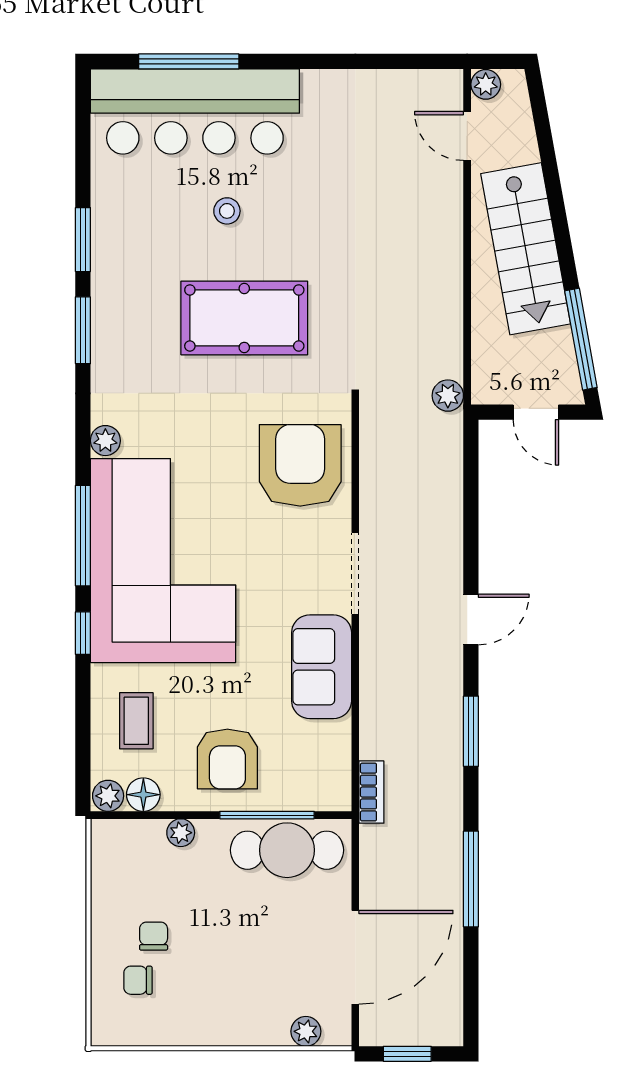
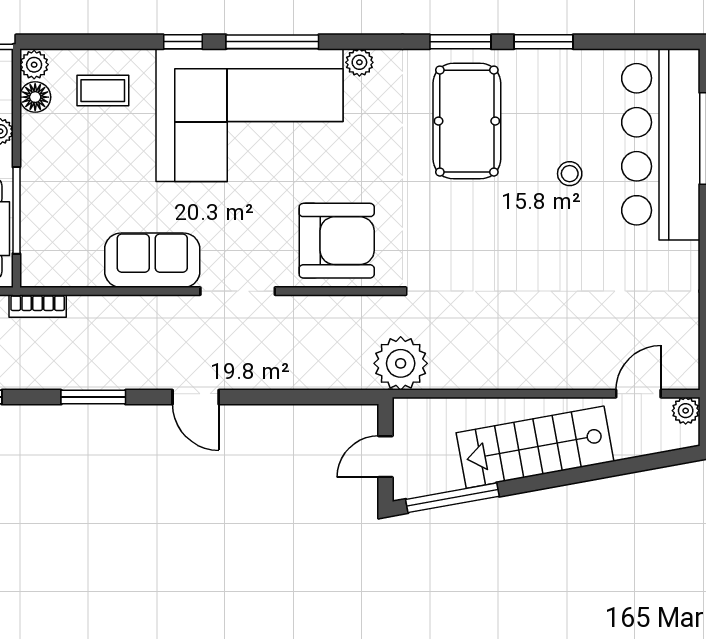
pool table: (244, 318) -> (467, 121), moved
plant: (448, 396) -> (401, 363), width x1.88, depth x1.88
armchair: (227, 759) -> (68, 174), removed

